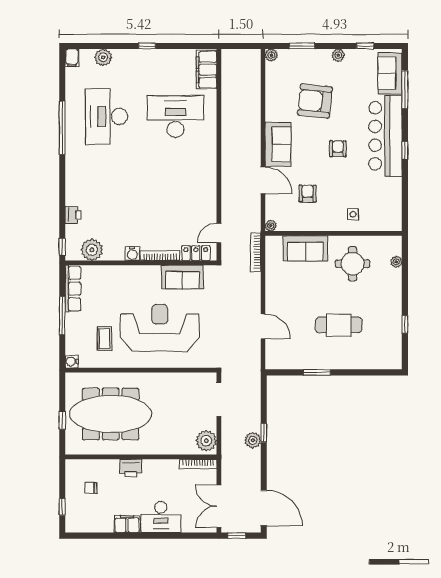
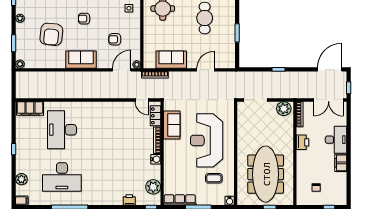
door: (263, 180) -> (122, 70), moved
sofa: (305, 248) -> (171, 60), moved, turned -90
plant: (253, 440) -> (283, 77), removed
printer: (131, 468) -> (302, 142), moved

